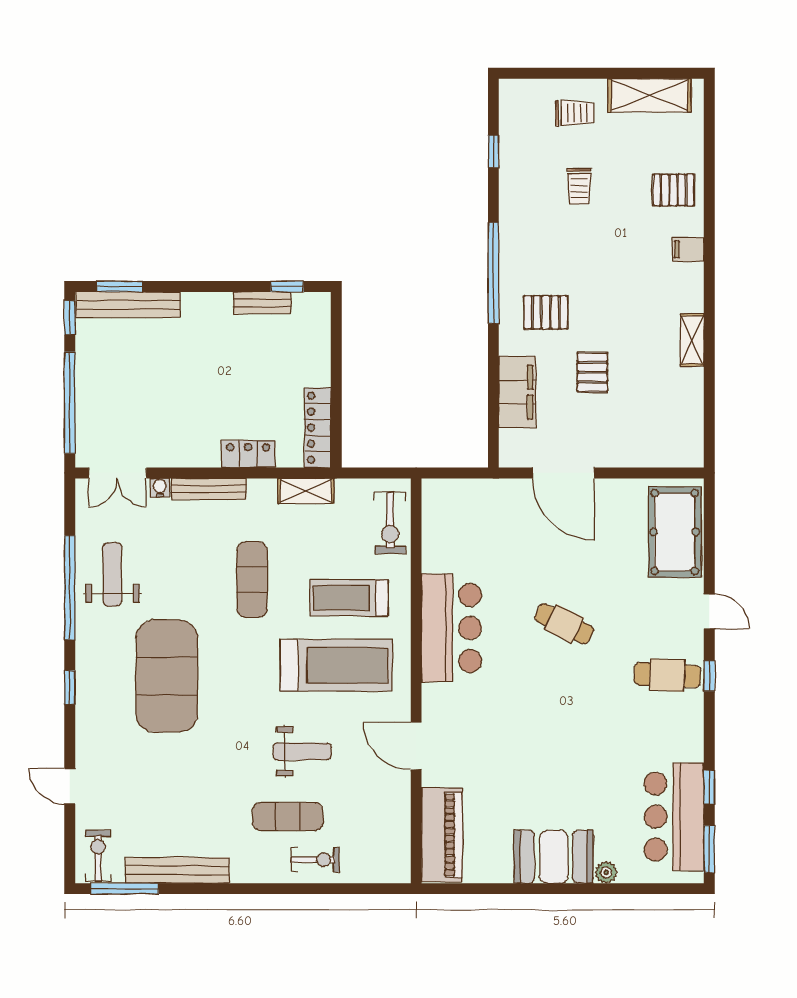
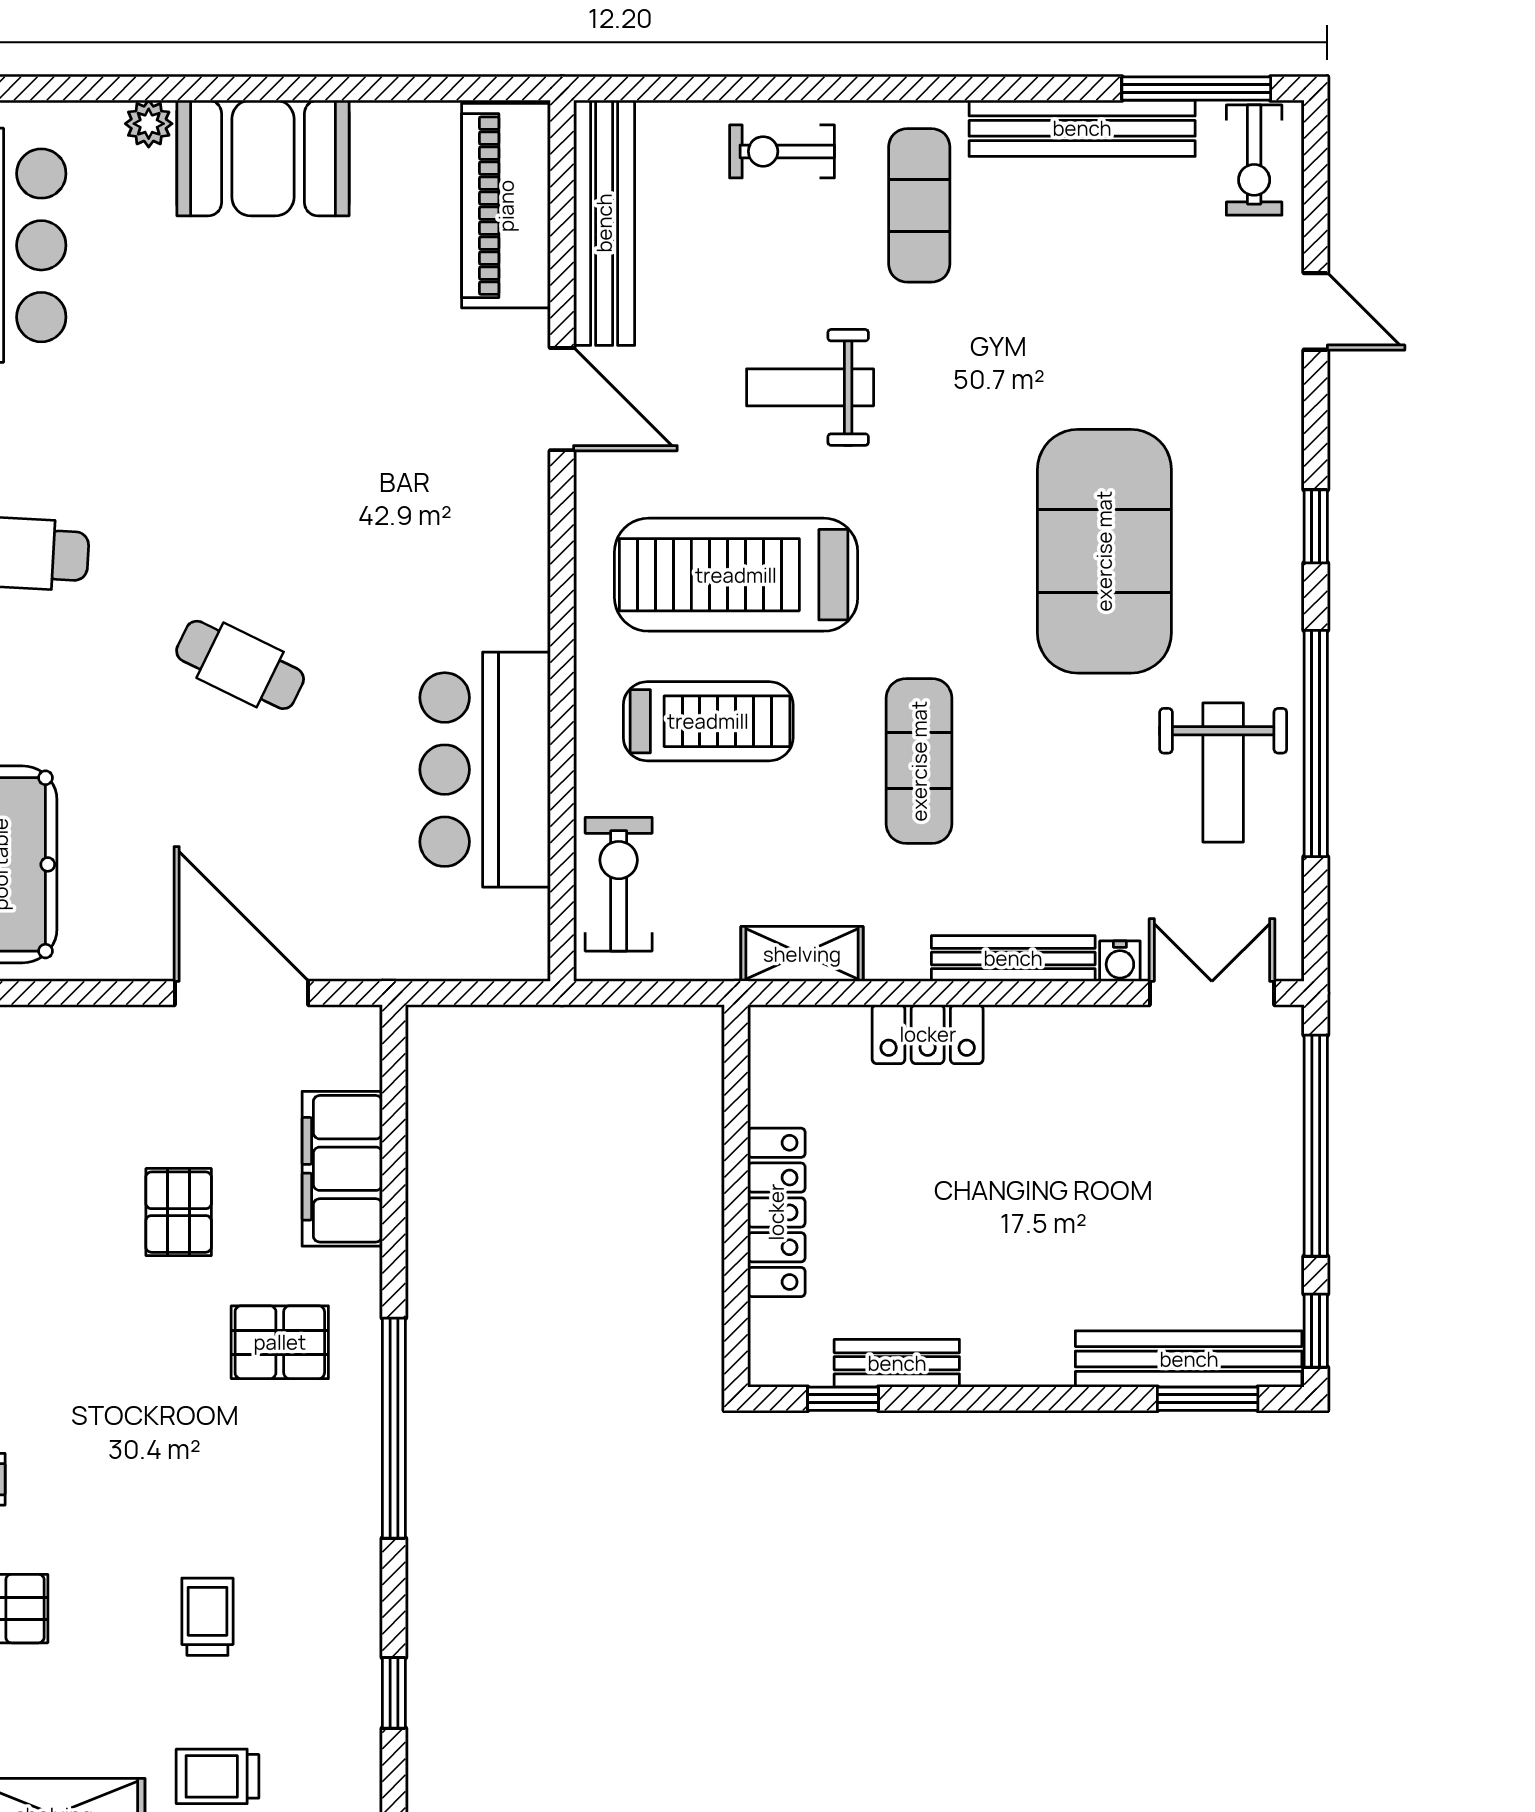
locker: (318, 428) -> (776, 1212), moved
bar counter: (451, 628) -> (485, 770), moved
exercise mat: (288, 816) -> (919, 205), moved, turned 90
bench: (397, 827) -> (604, 223), added

